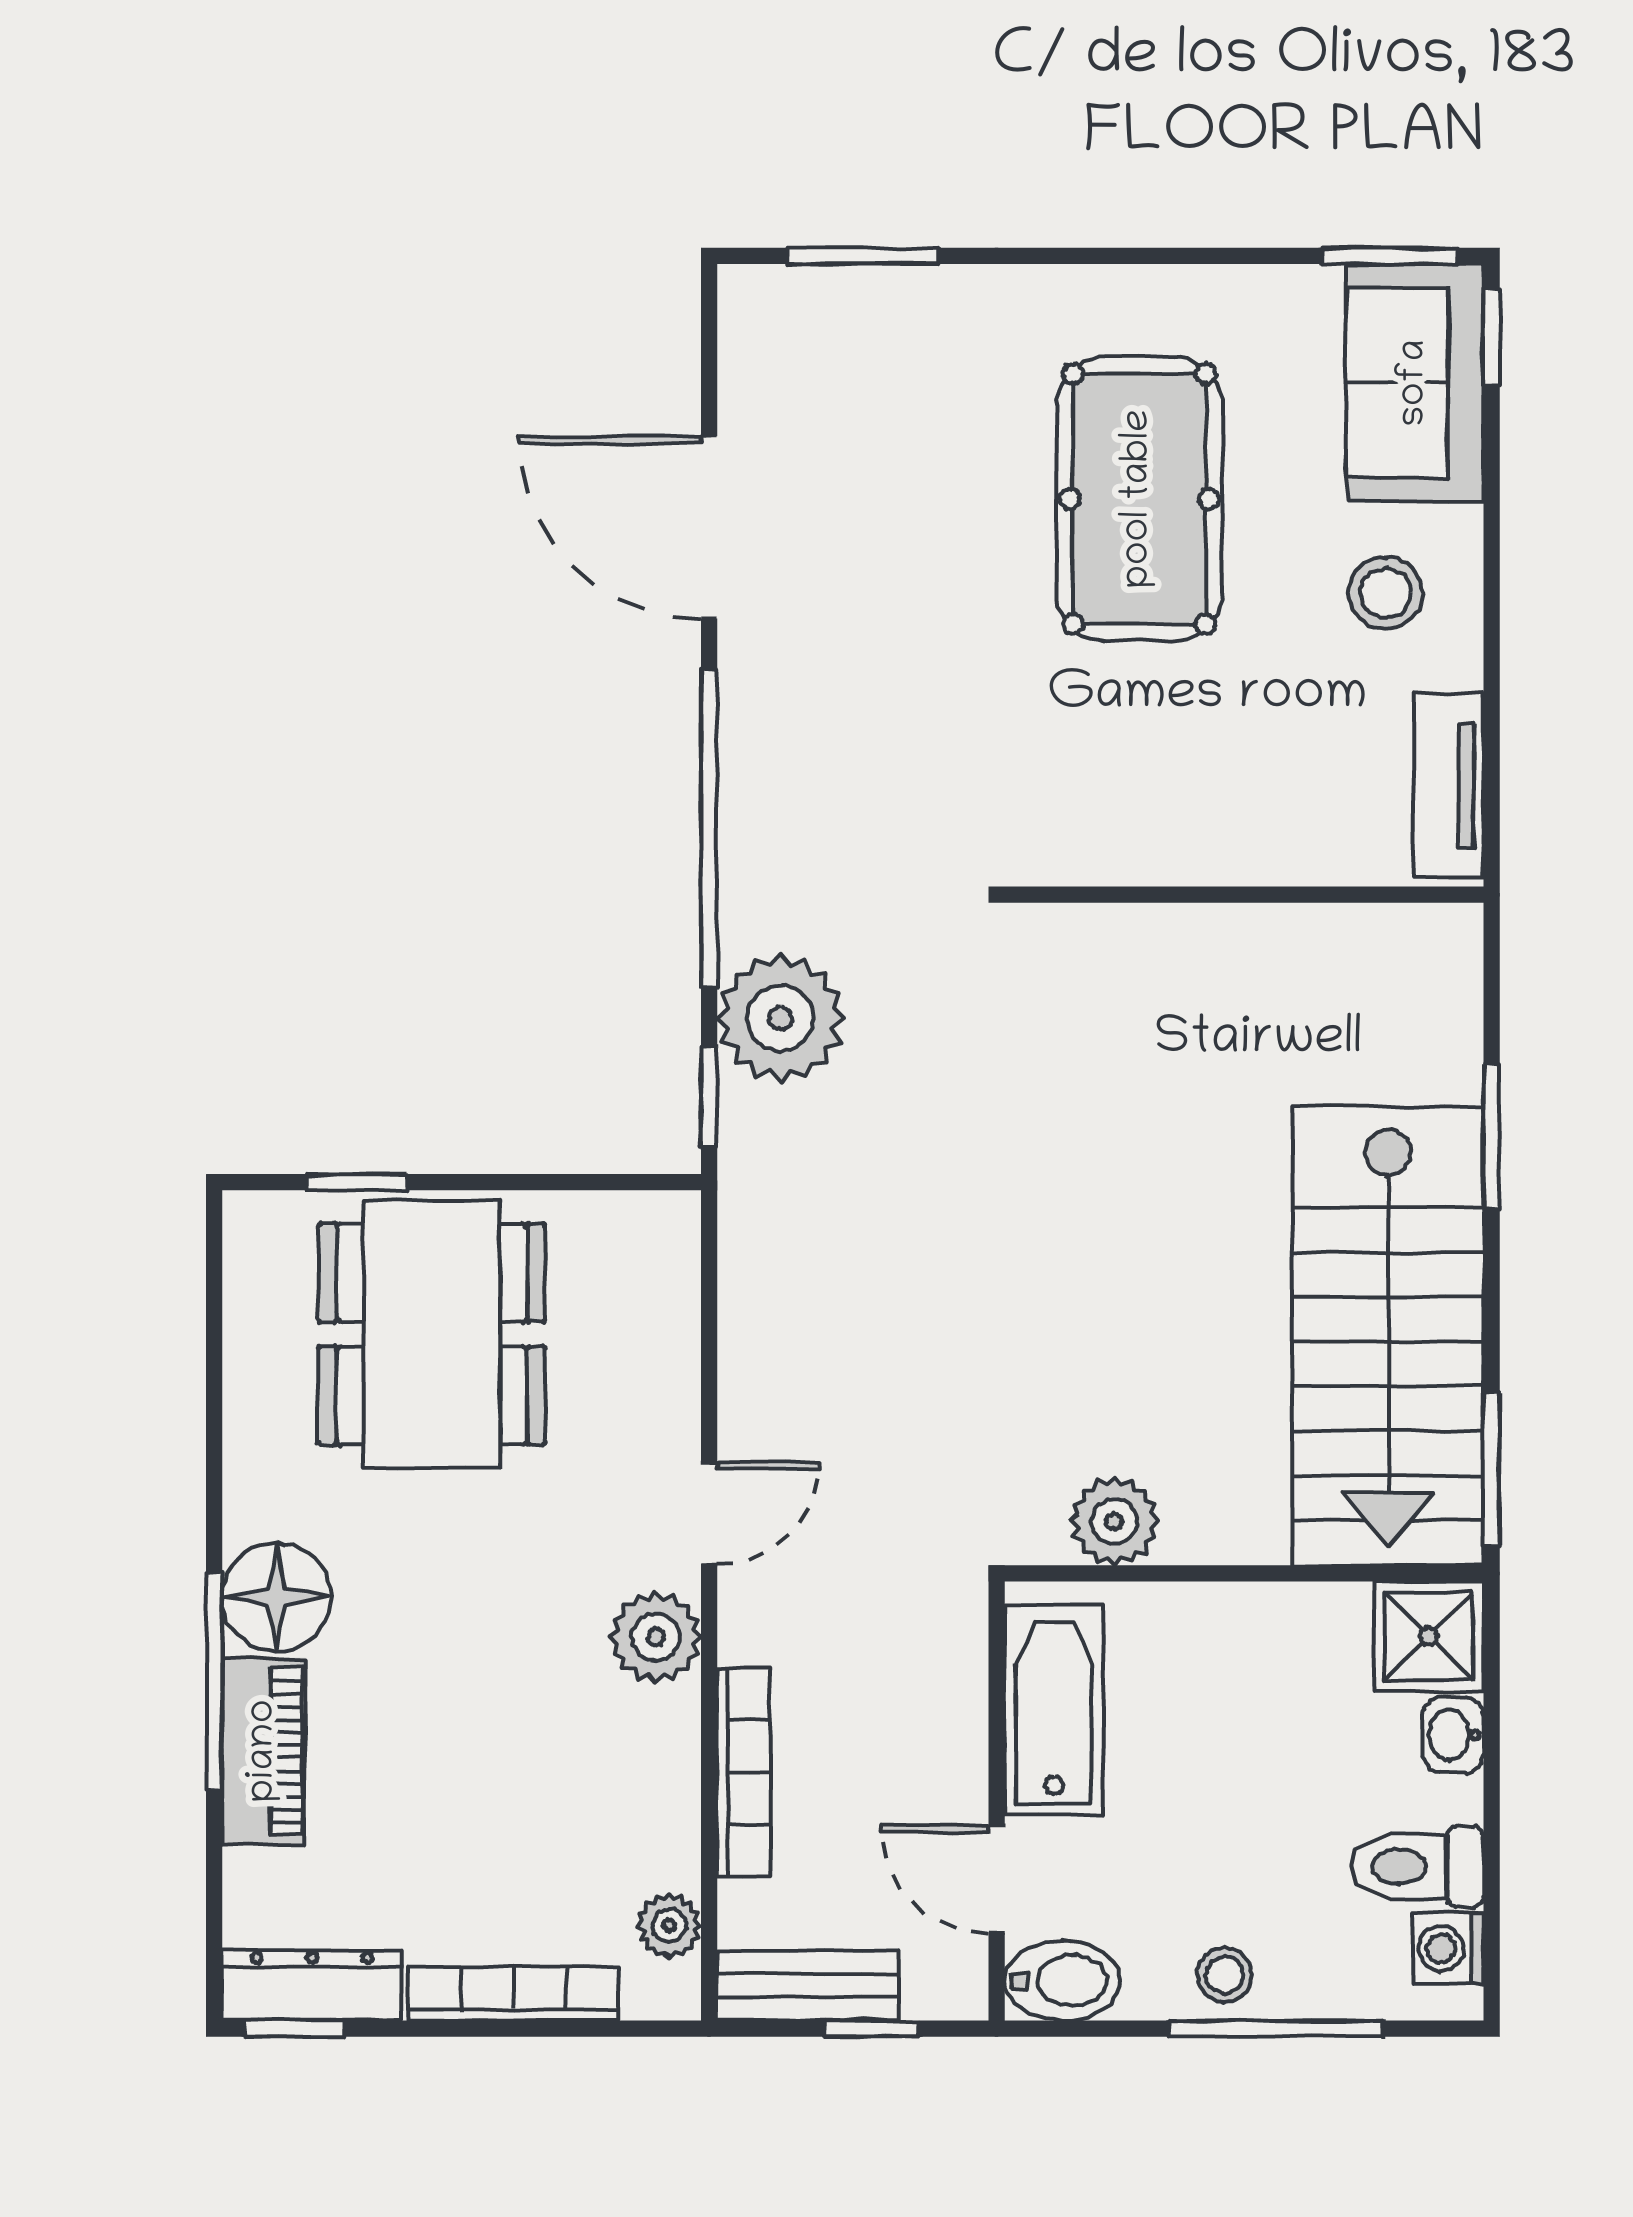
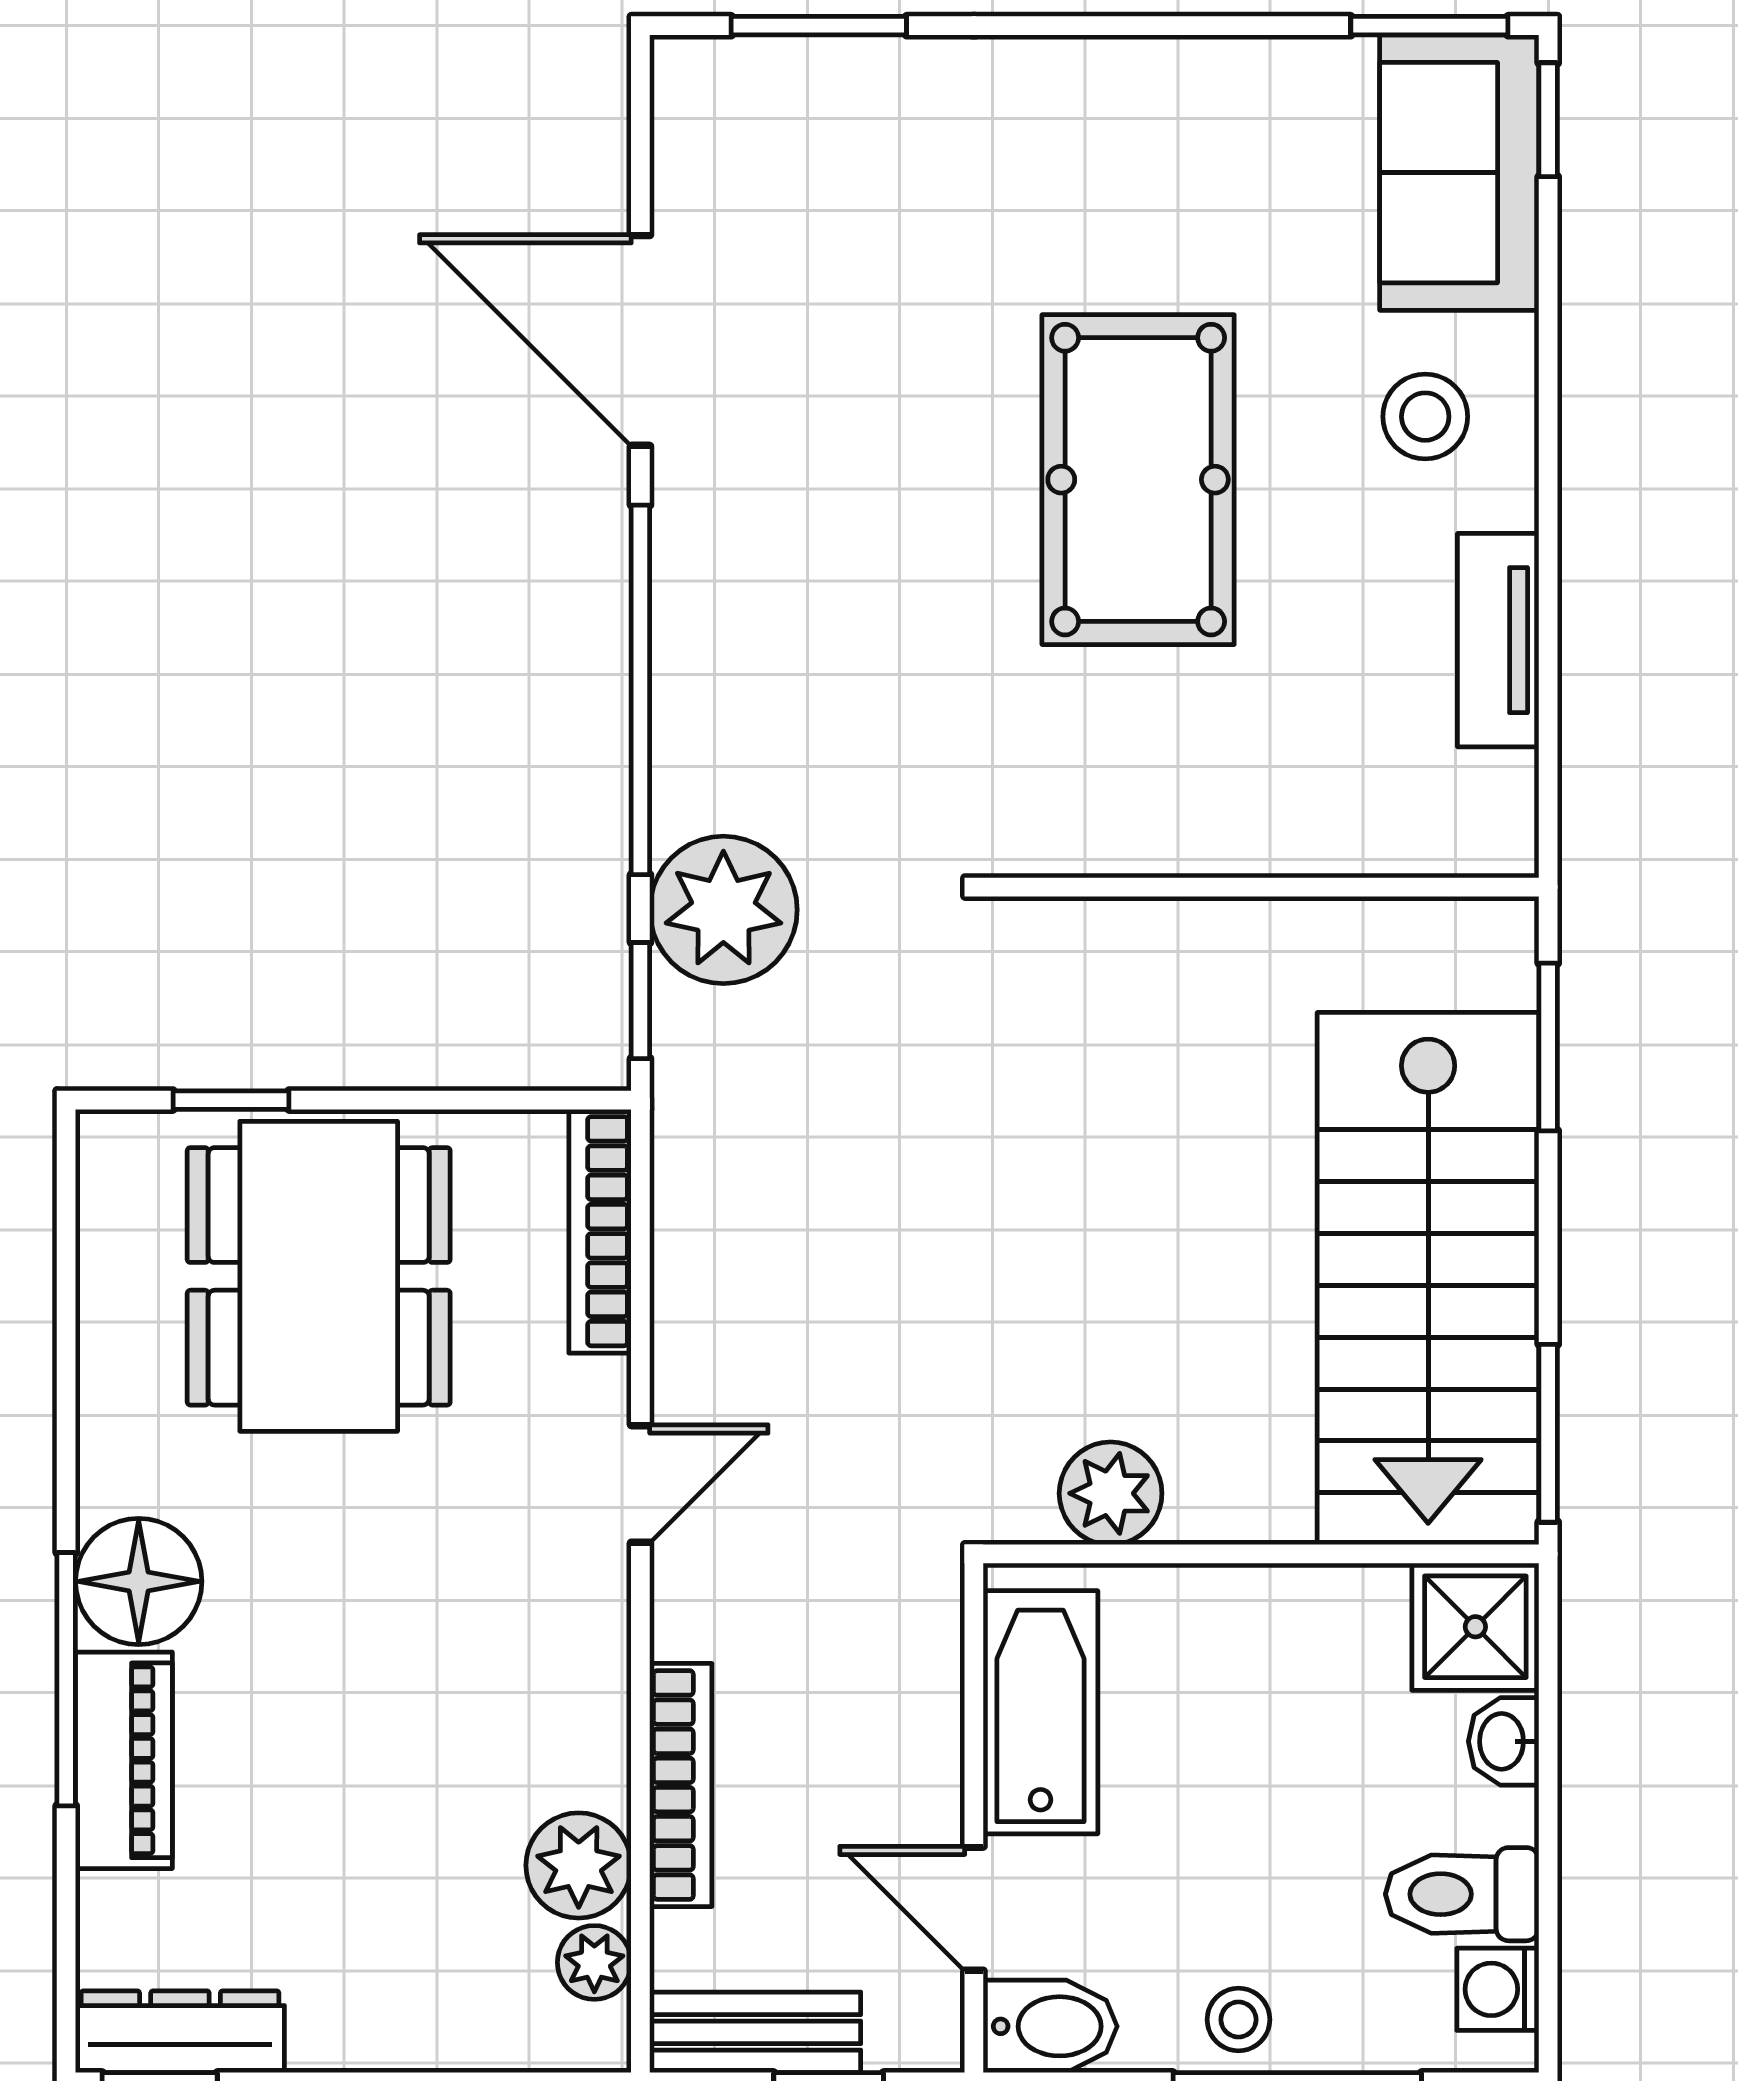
pool table: (1139, 499) -> (1138, 480), moved
wall: (1244, 895) -> (1261, 887), moved
plant: (656, 1637) -> (579, 1865), moved
bookcase: (514, 1994) -> (600, 1231), moved, turned -90

